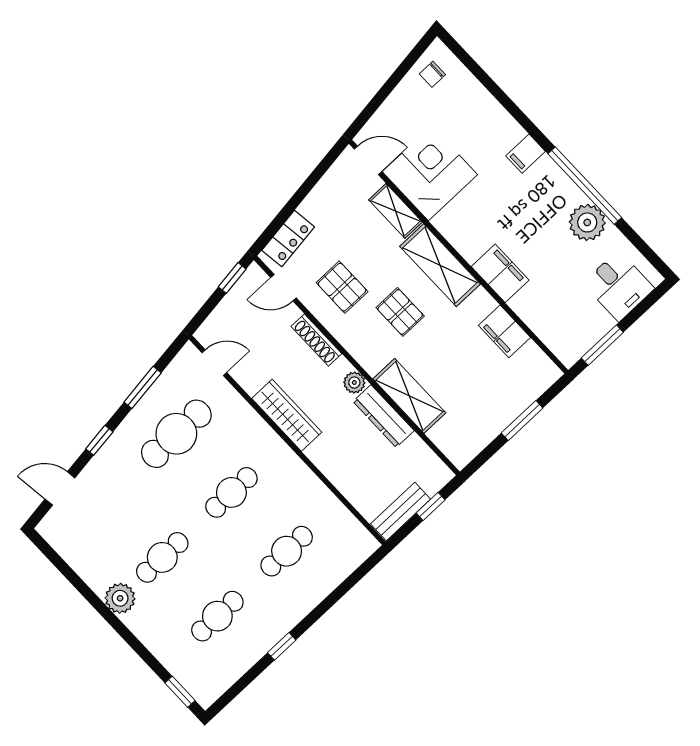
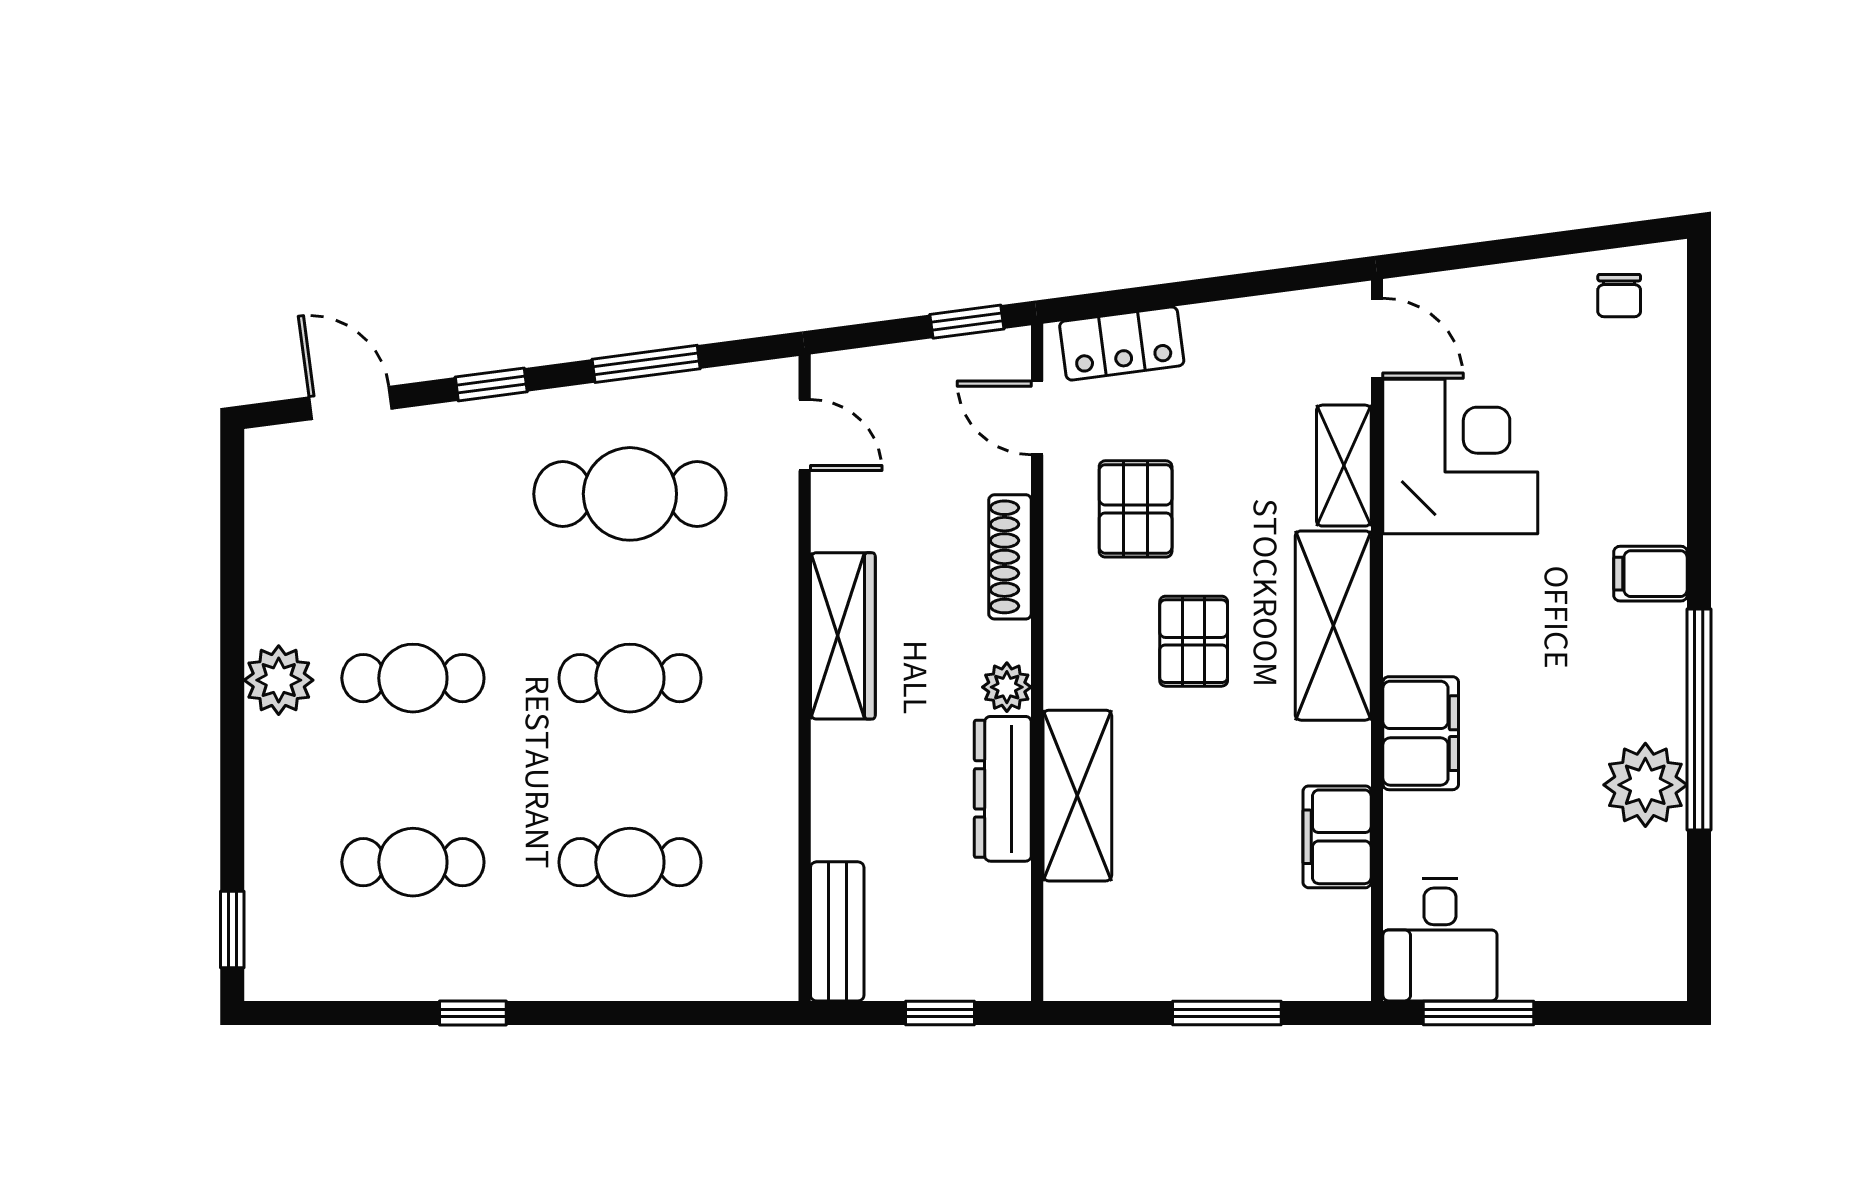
chair: (432, 74) -> (1619, 296), turned -90
desk: (619, 286) -> (1440, 940), moved
bench: (401, 512) -> (837, 931), moved, turned 90

